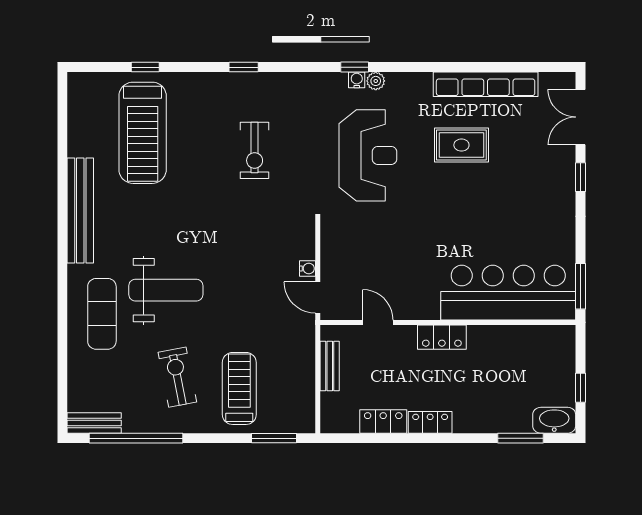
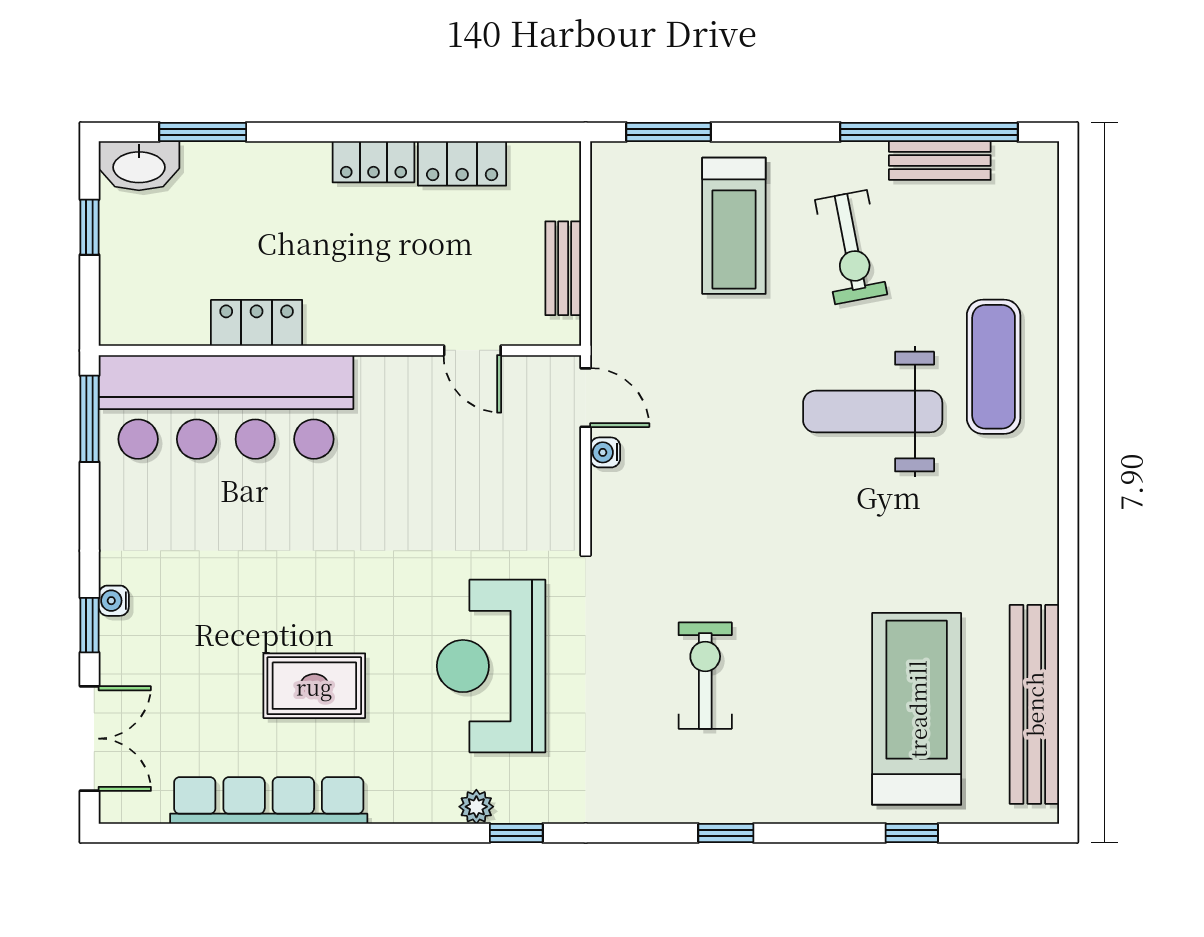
water cooler: (357, 80) -> (114, 601), moved, turned 90
bench: (80, 210) -> (1034, 704), moved
locker: (442, 337) -> (257, 323), moved
bench: (94, 423) -> (940, 161), moved

